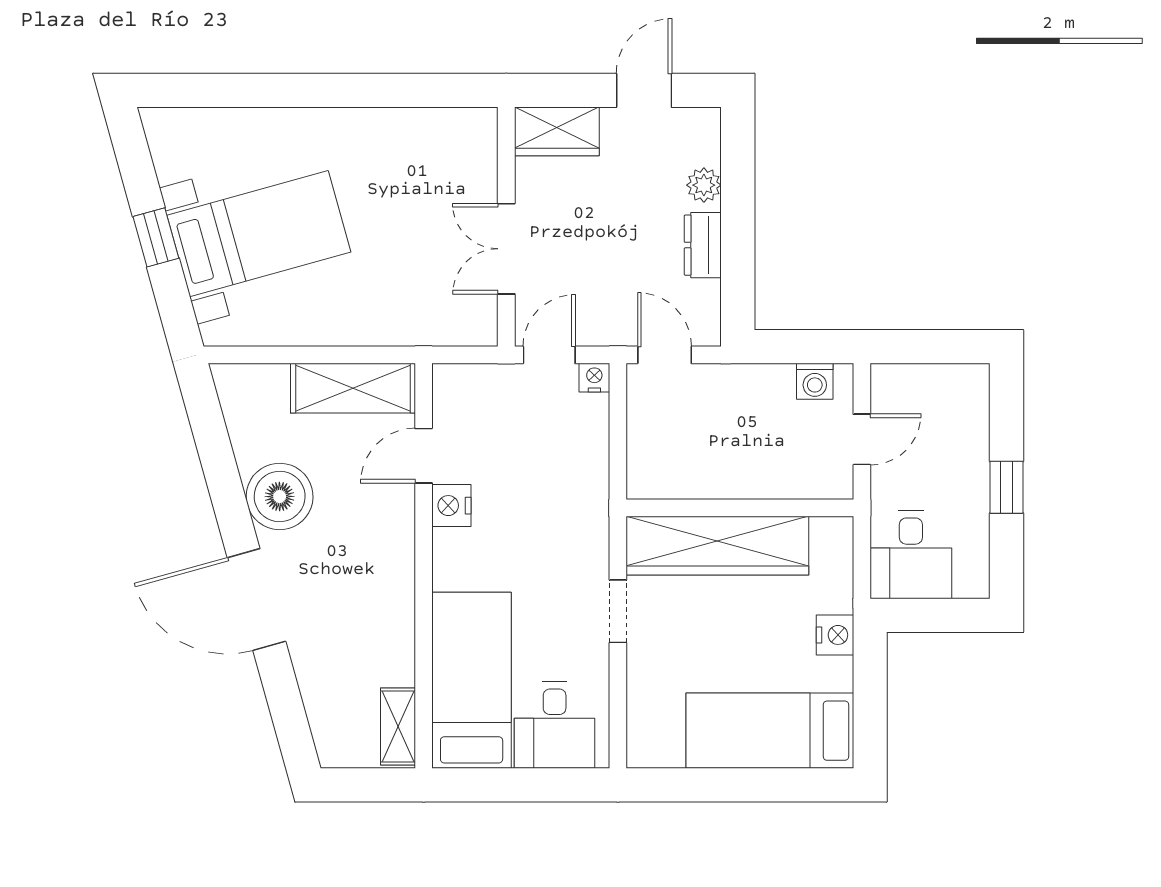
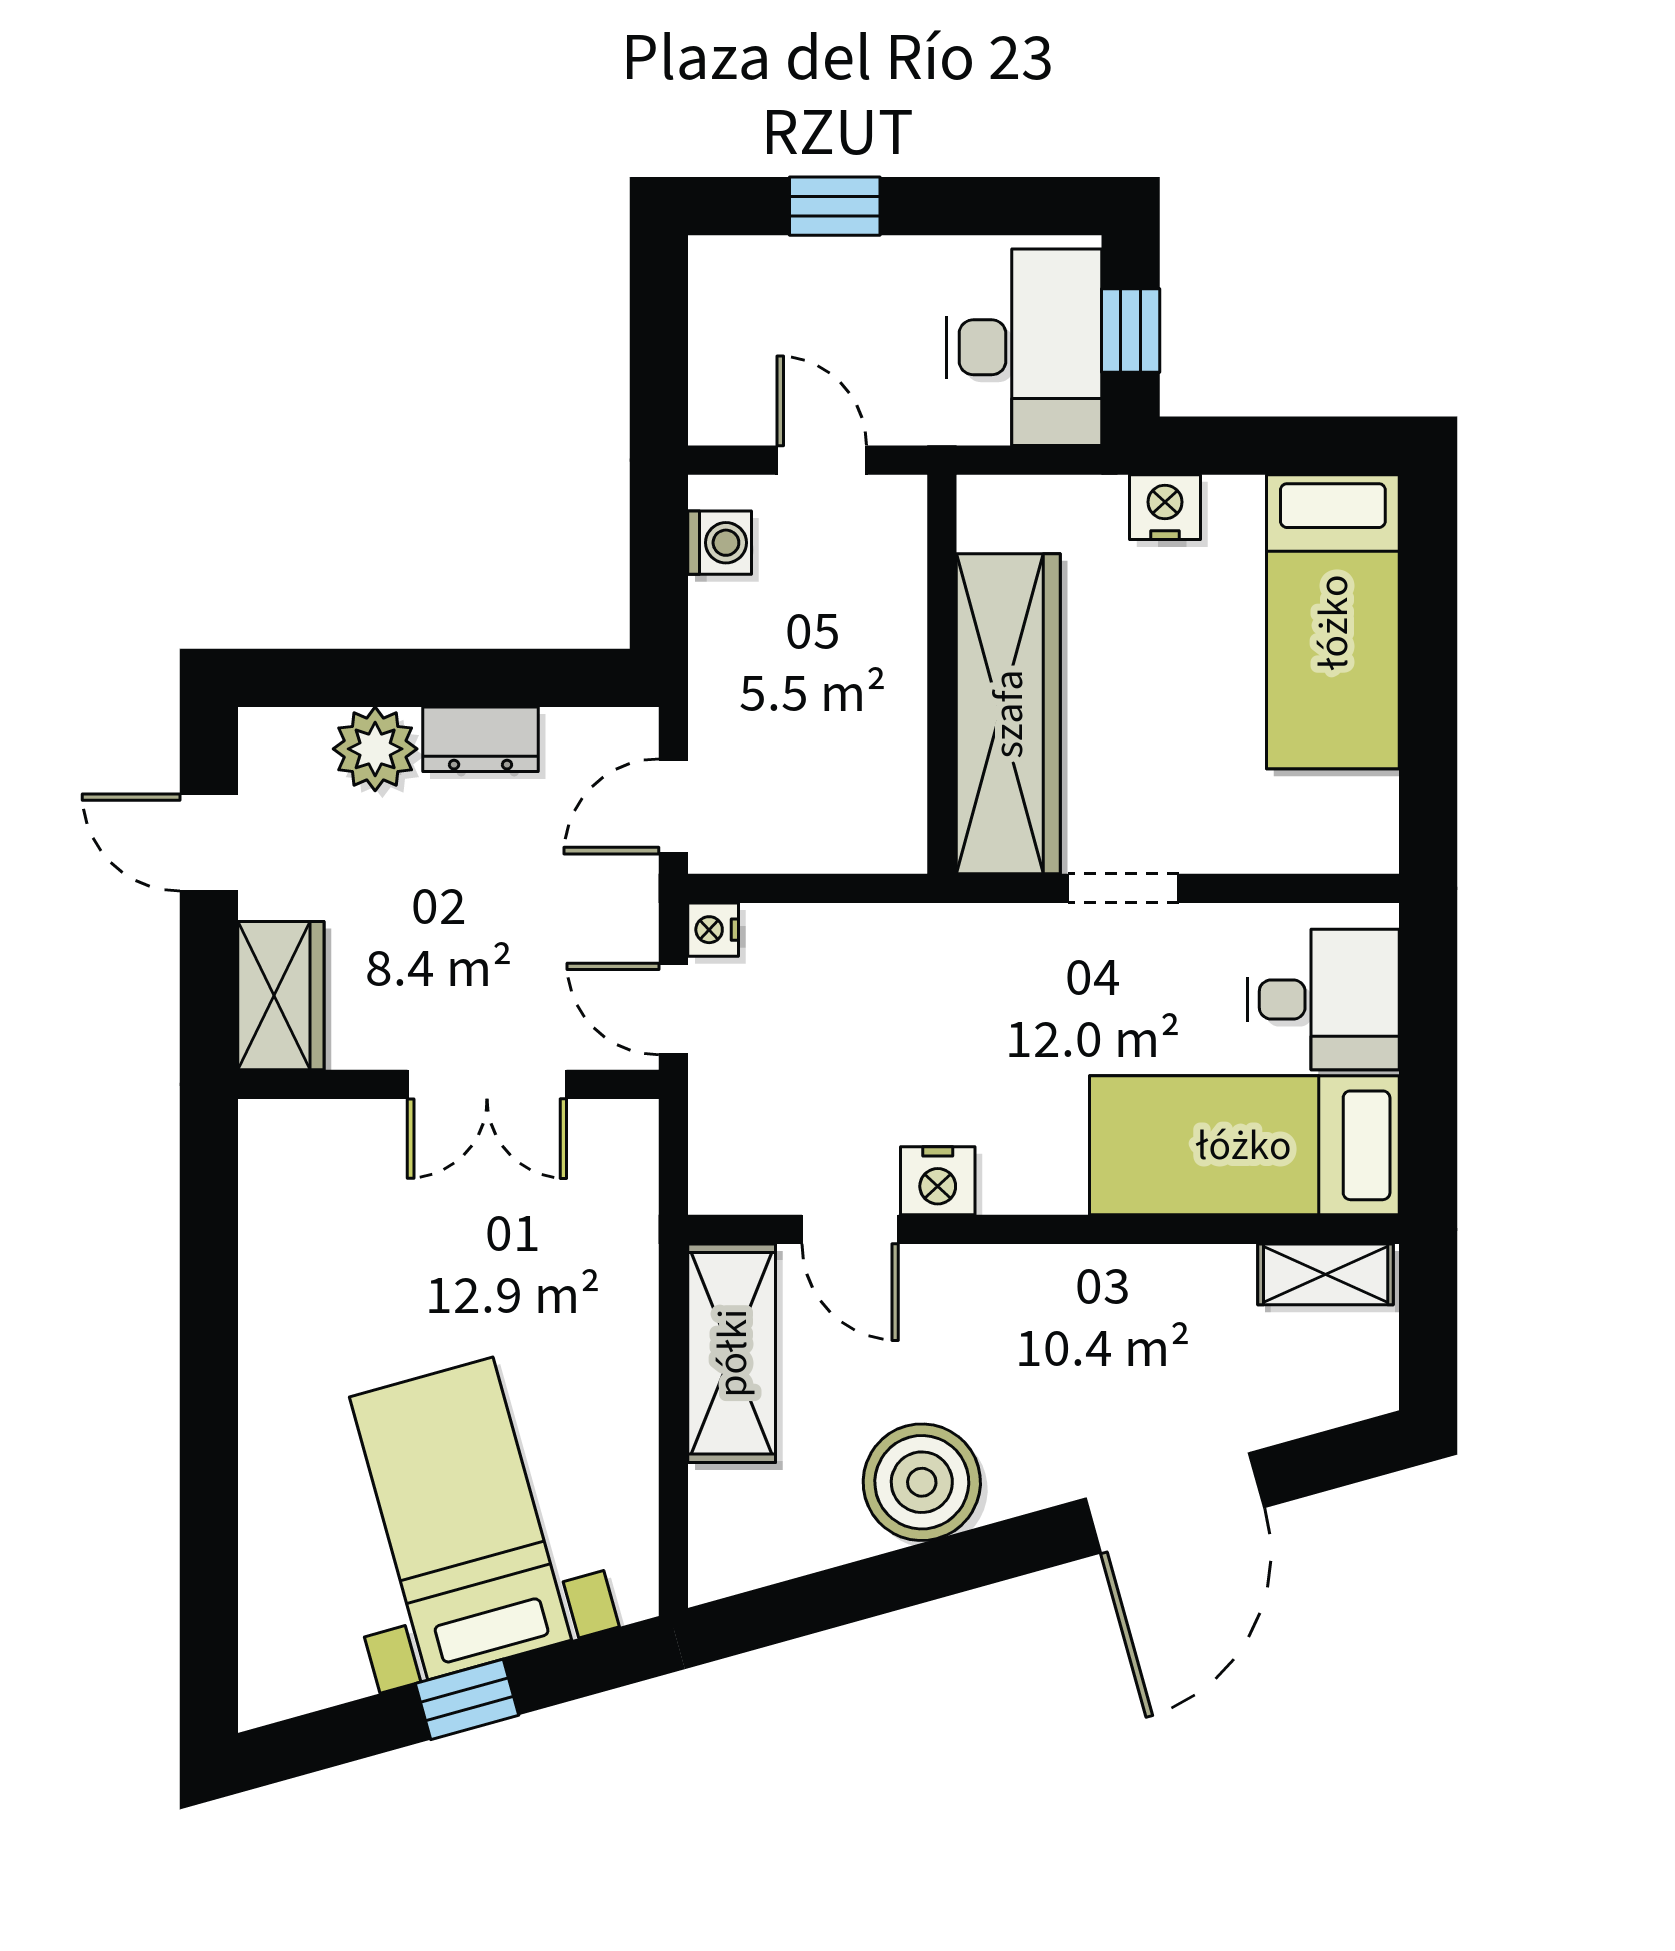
plant: (704, 185) -> (375, 749), width x1.38, depth x1.38
window: (1006, 487) -> (835, 206), moved
desk: (911, 555) -> (1024, 347), width x1.37
door: (256, 600) -> (1175, 1503), moved
window: (936, 615) -> (1131, 330), added

